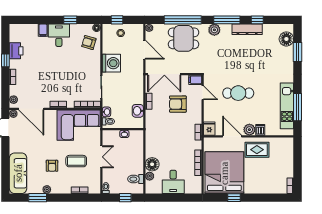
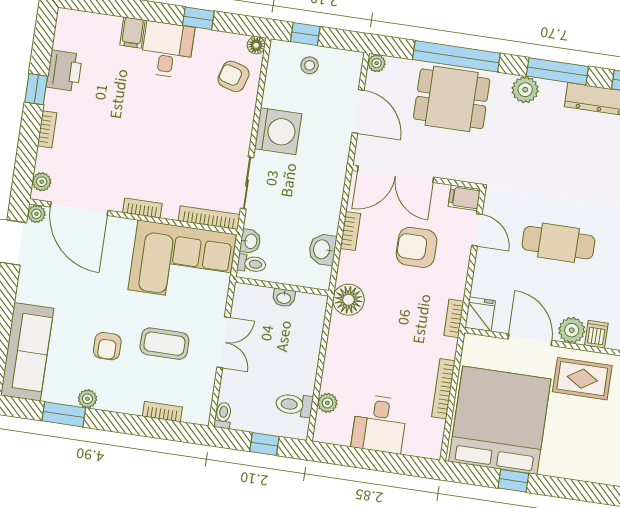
floor lamp: (152, 164) -> (348, 300), moved

